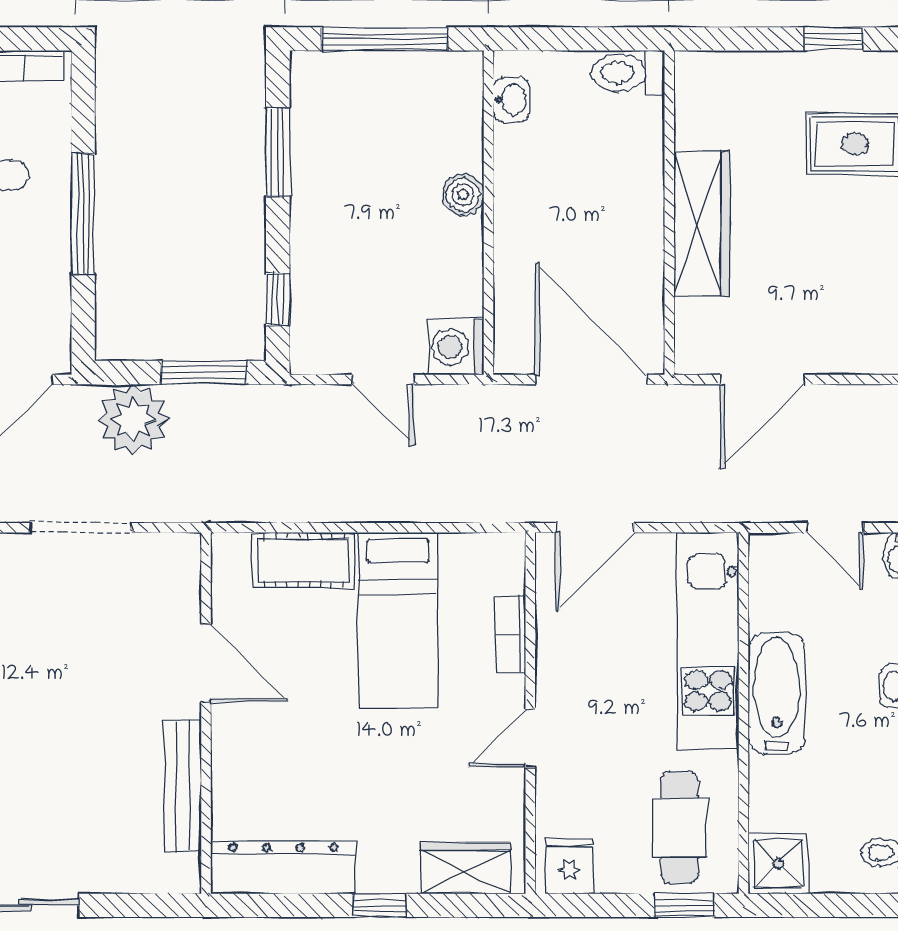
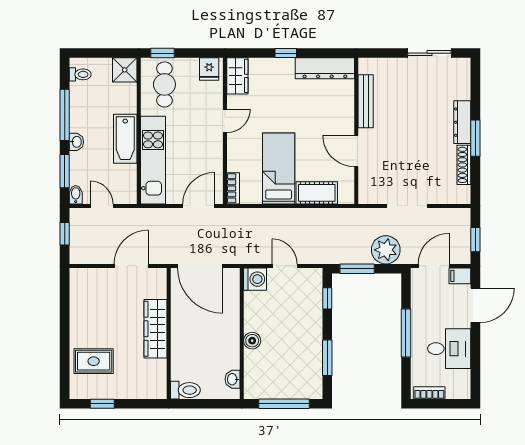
bookcase: (510, 635) -> (233, 188), moved
wardrobe: (465, 868) -> (237, 76), moved, turned -90

